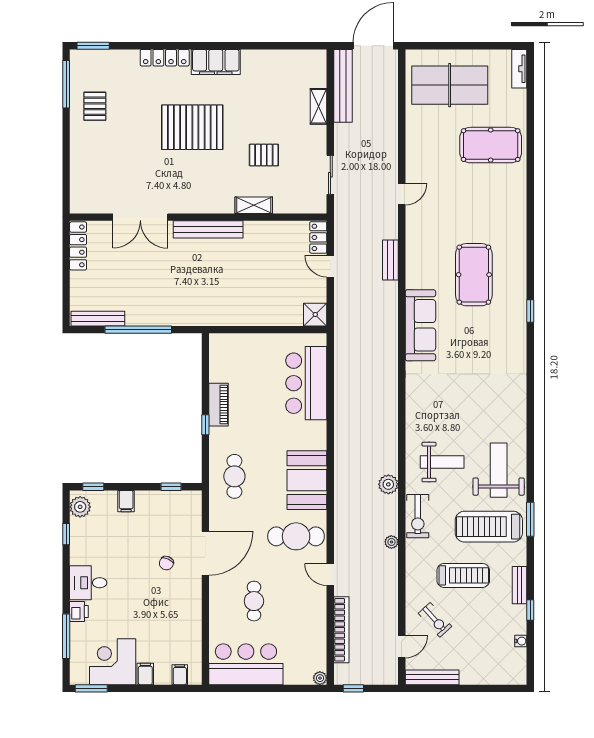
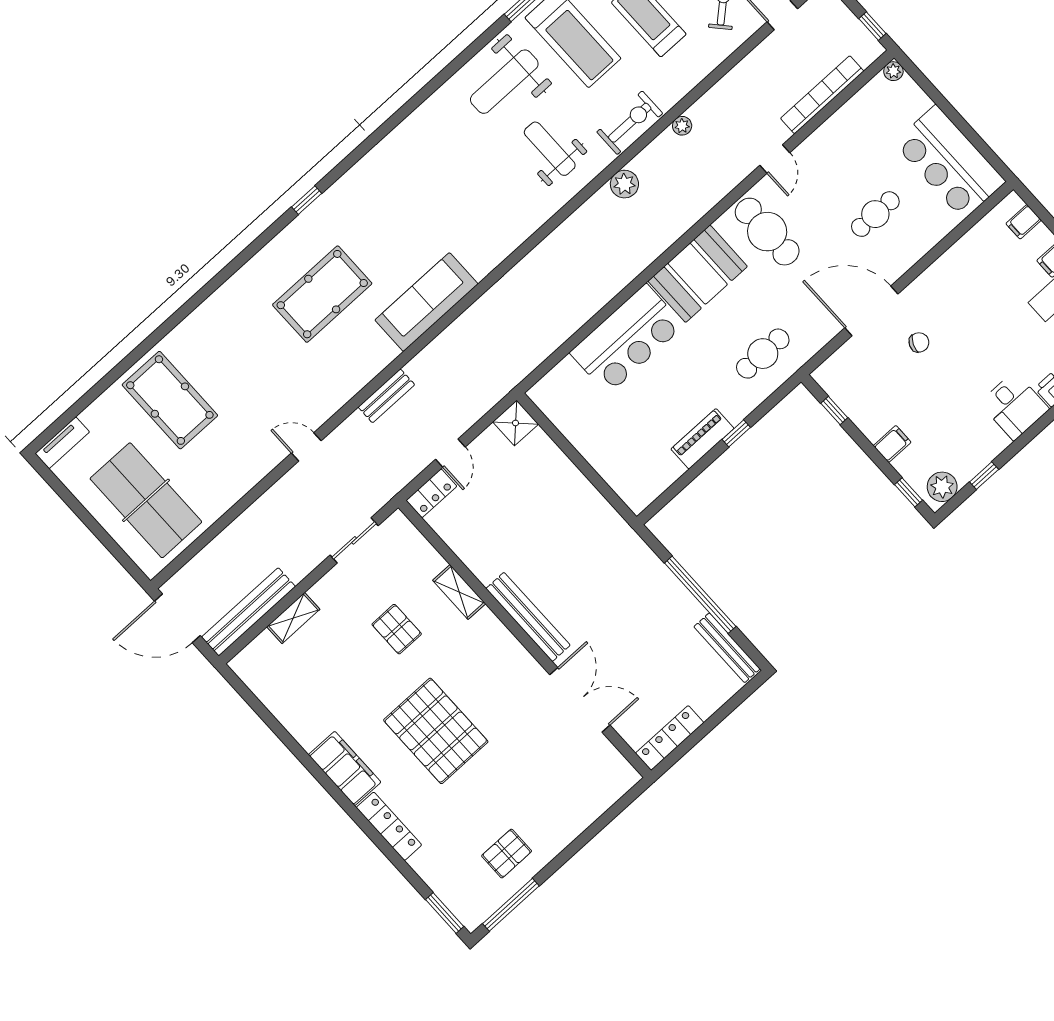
bar counter: (306, 383) -> (627, 339), moved

